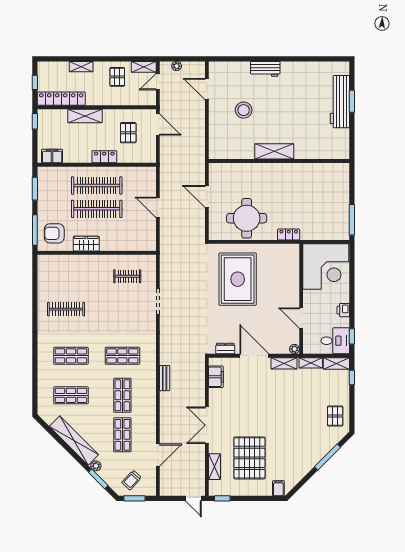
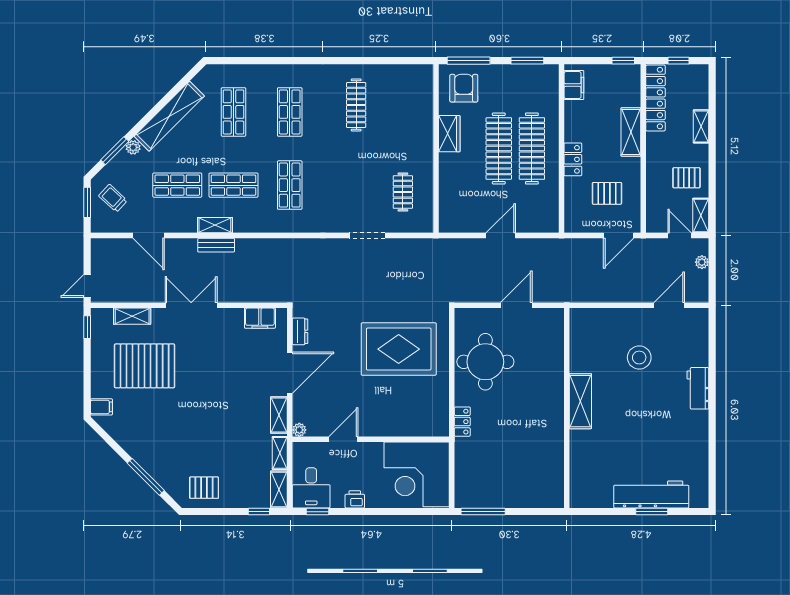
bench: (165, 378) -> (216, 245), moved
shelving: (151, 408) -> (215, 225), added

